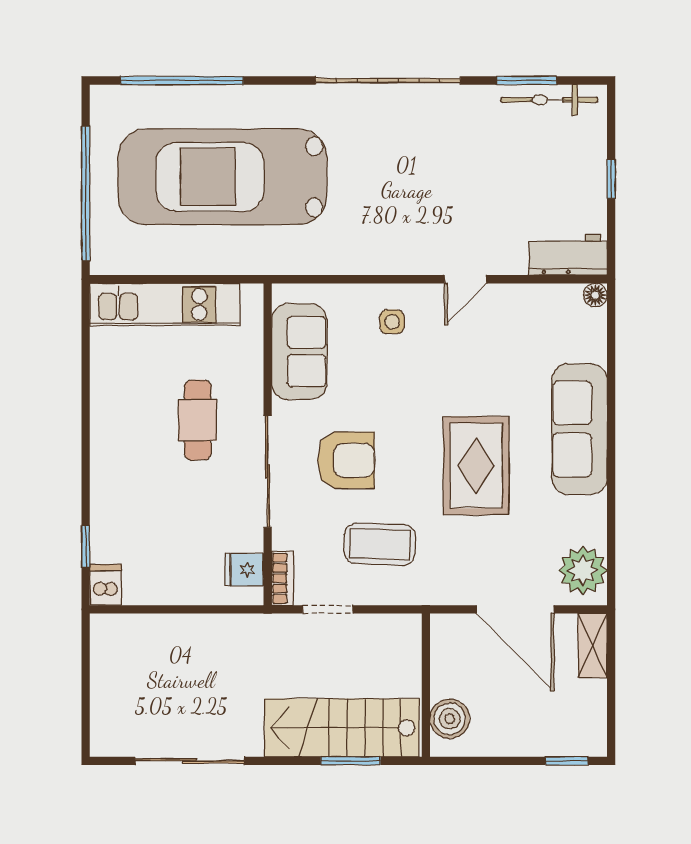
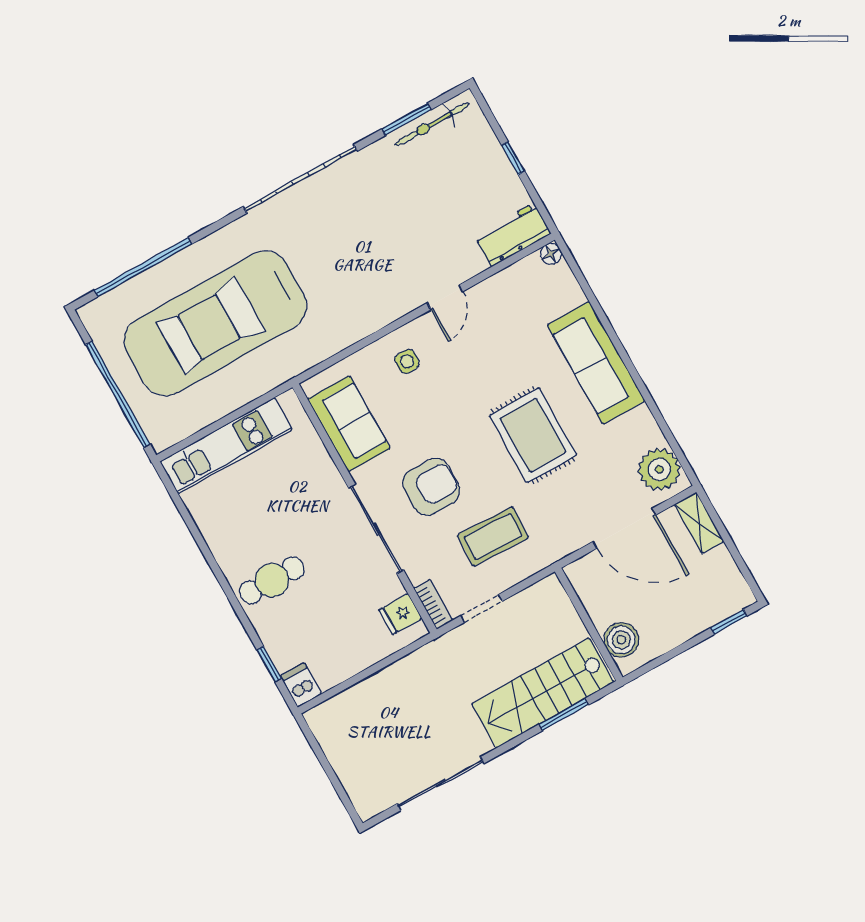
cafe table: (198, 420) -> (272, 580), moved, turned 90

